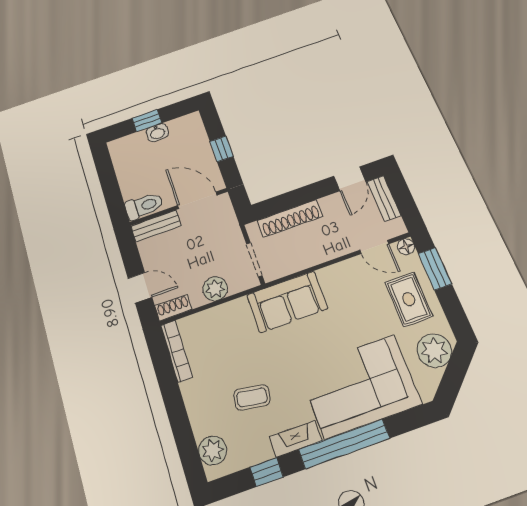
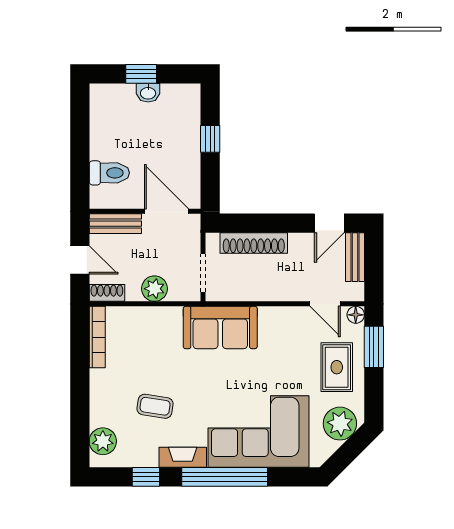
door: (197, 200) -> (166, 211), moved
wall: (179, 207) -> (145, 211), moved
bench: (156, 226) -> (115, 224), moved

